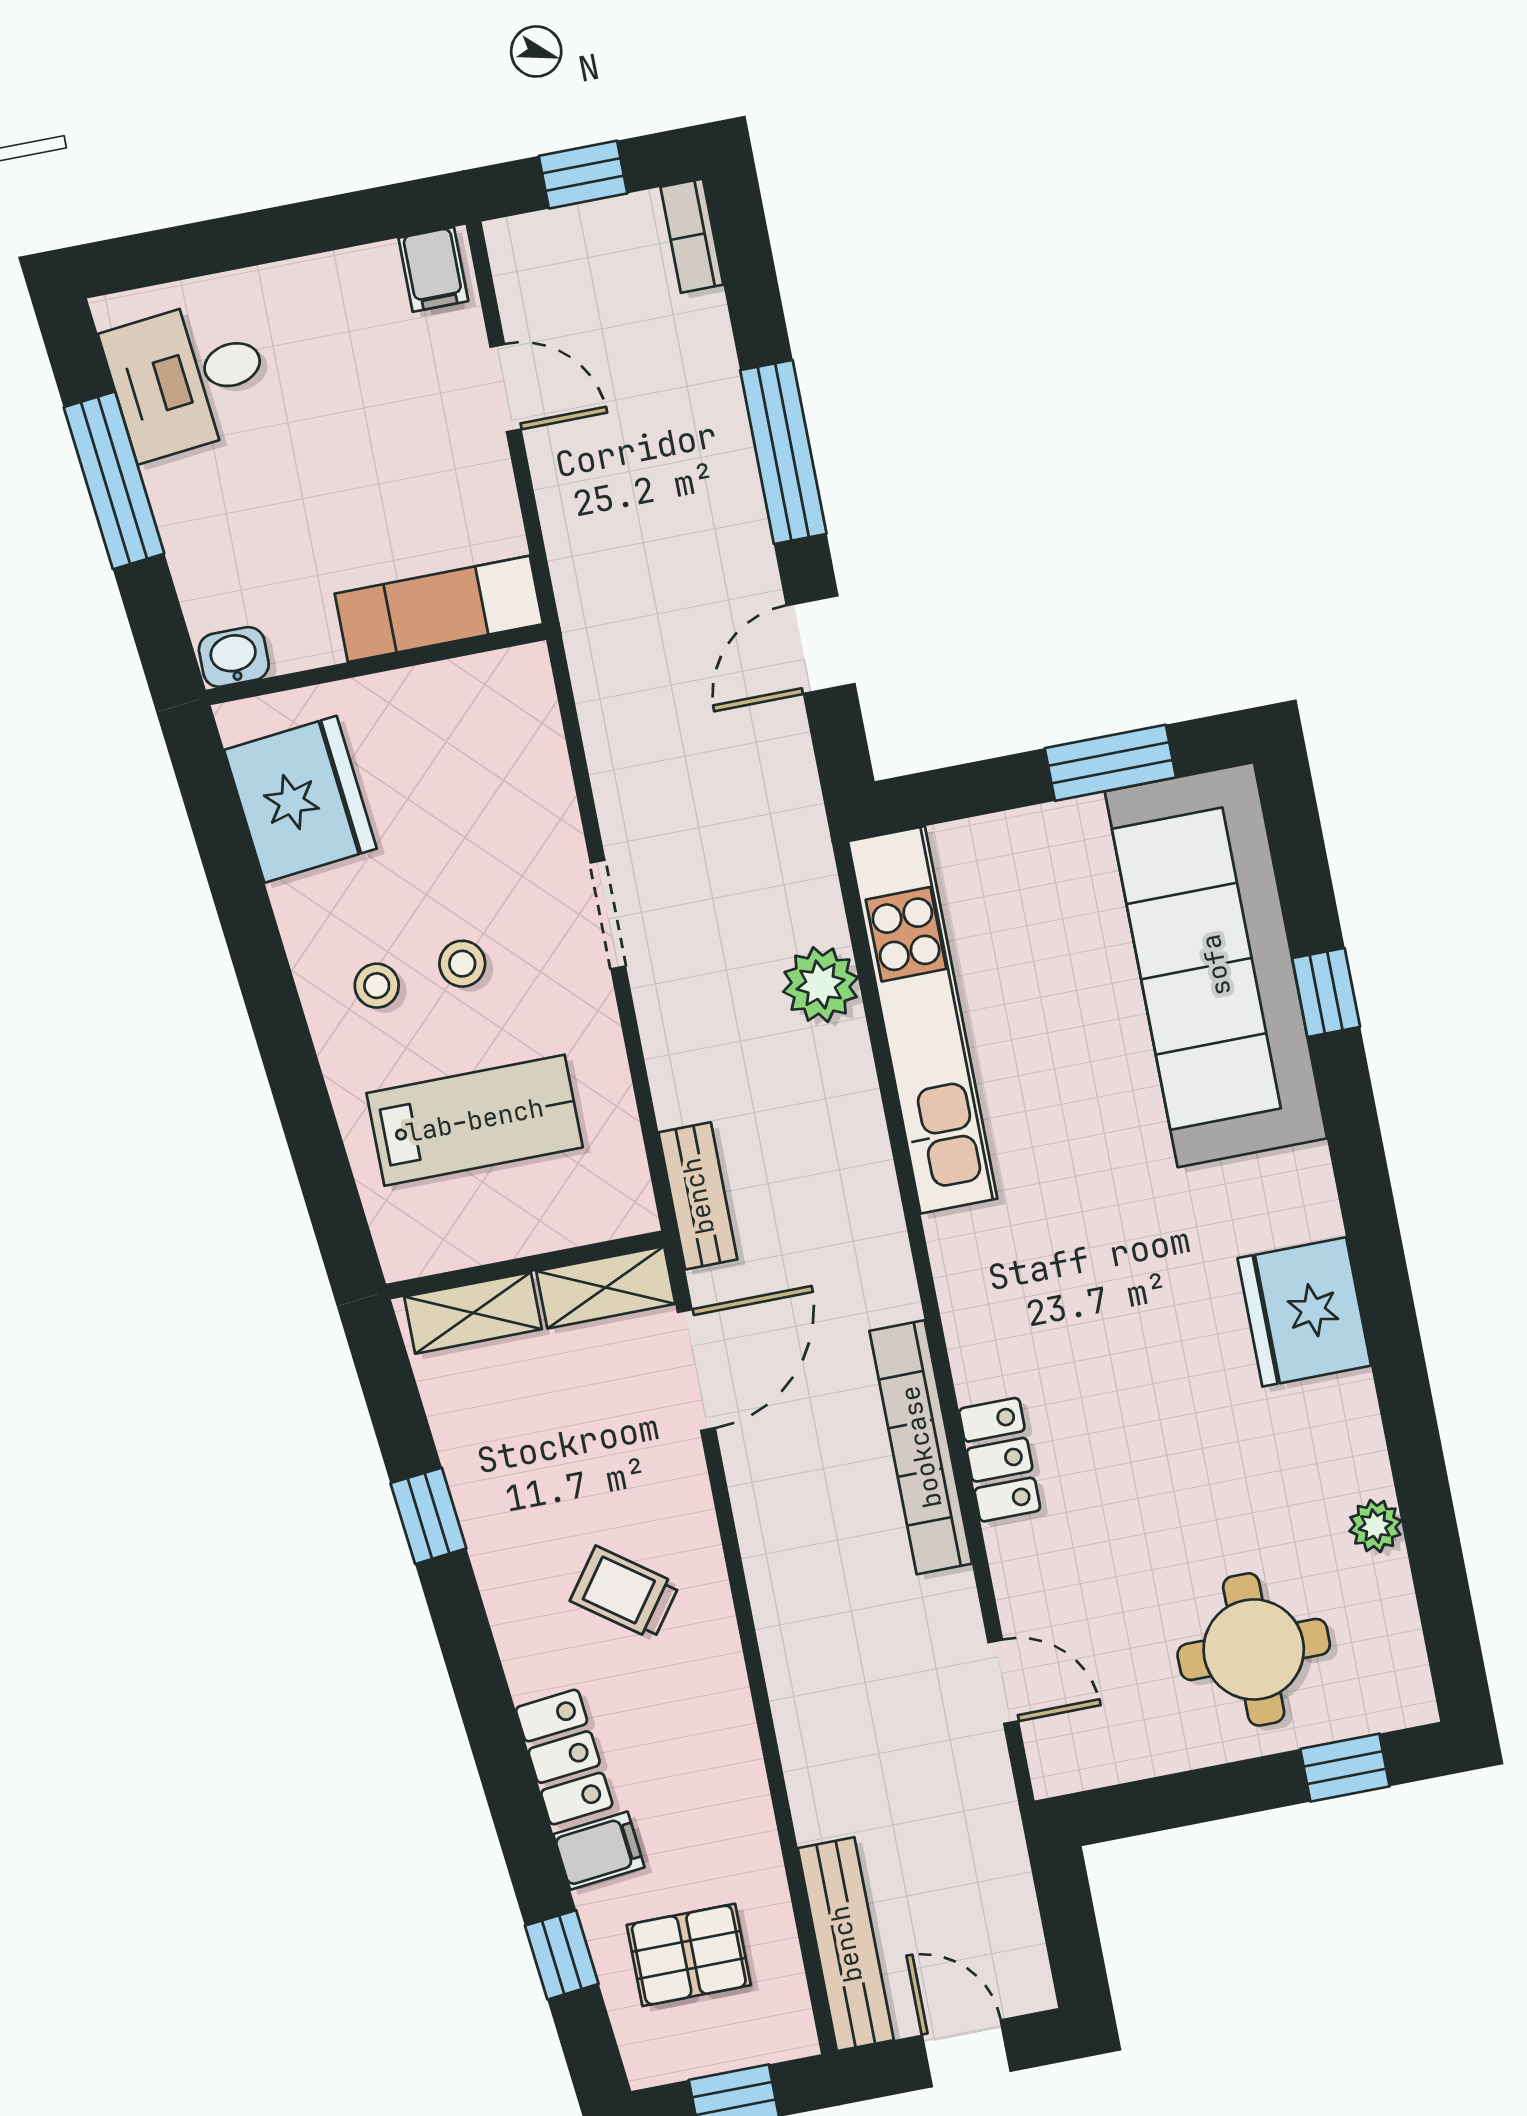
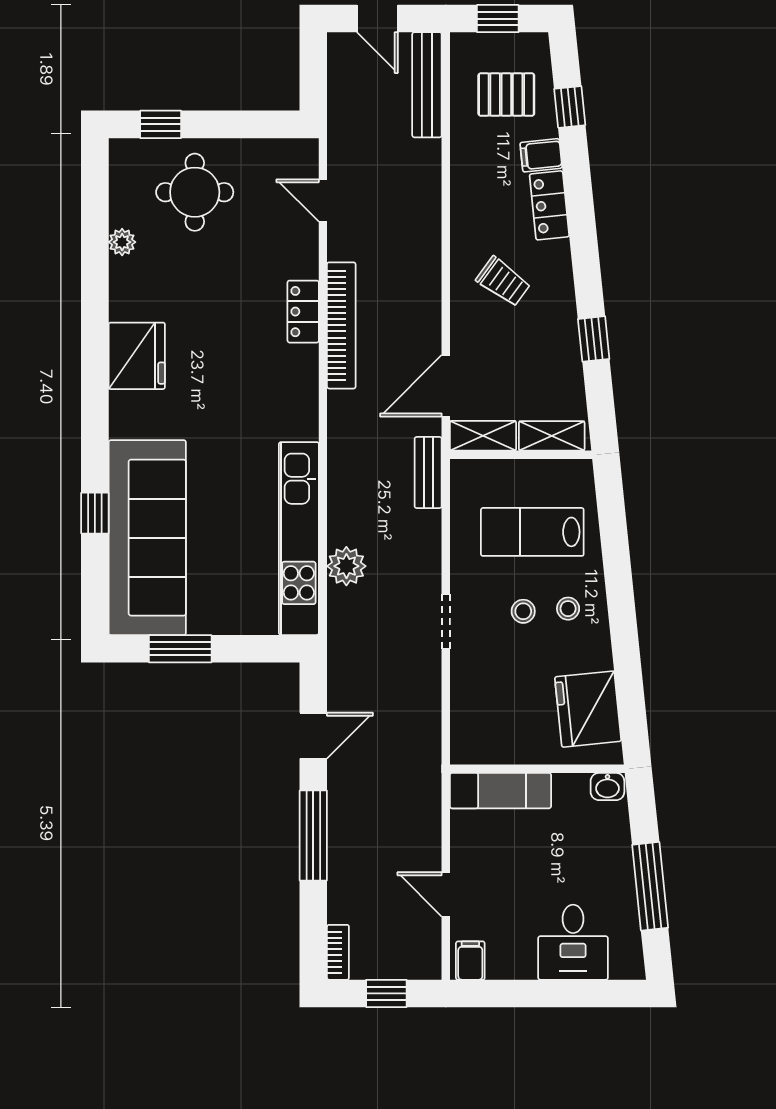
desk: (188, 378) -> (573, 942), moved, turned 96

